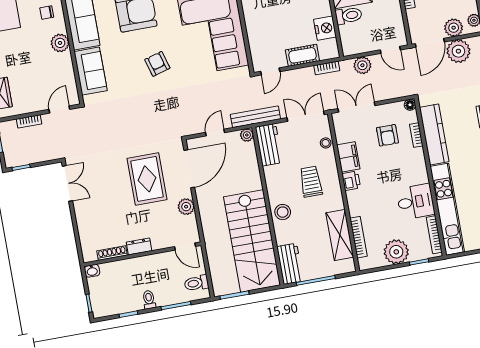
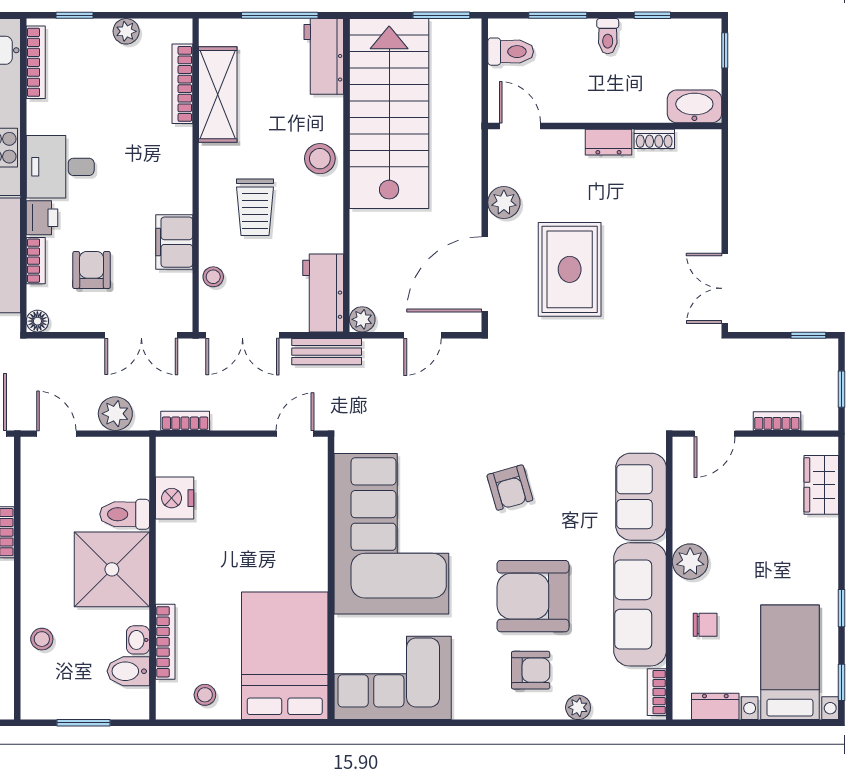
cot: (302, 55) -> (227, 454), removed
bench: (255, 117) -> (327, 352), width x0.73
printer: (351, 181) -> (42, 218), moved, turned 180
desk: (416, 202) -> (60, 167), moved
plant: (396, 252) -> (126, 31), width x0.53, depth x0.53
shoe rack: (112, 253) -> (654, 139), width x0.70
washbasin: (92, 271) -> (694, 106), width x1.91, depth x1.45

